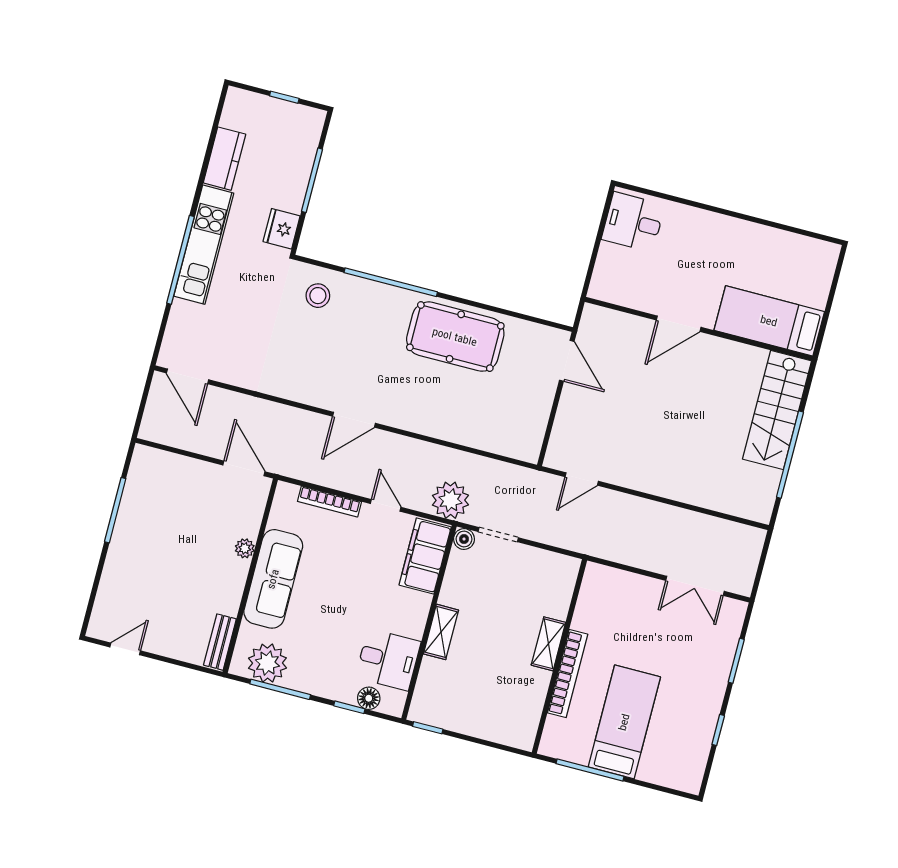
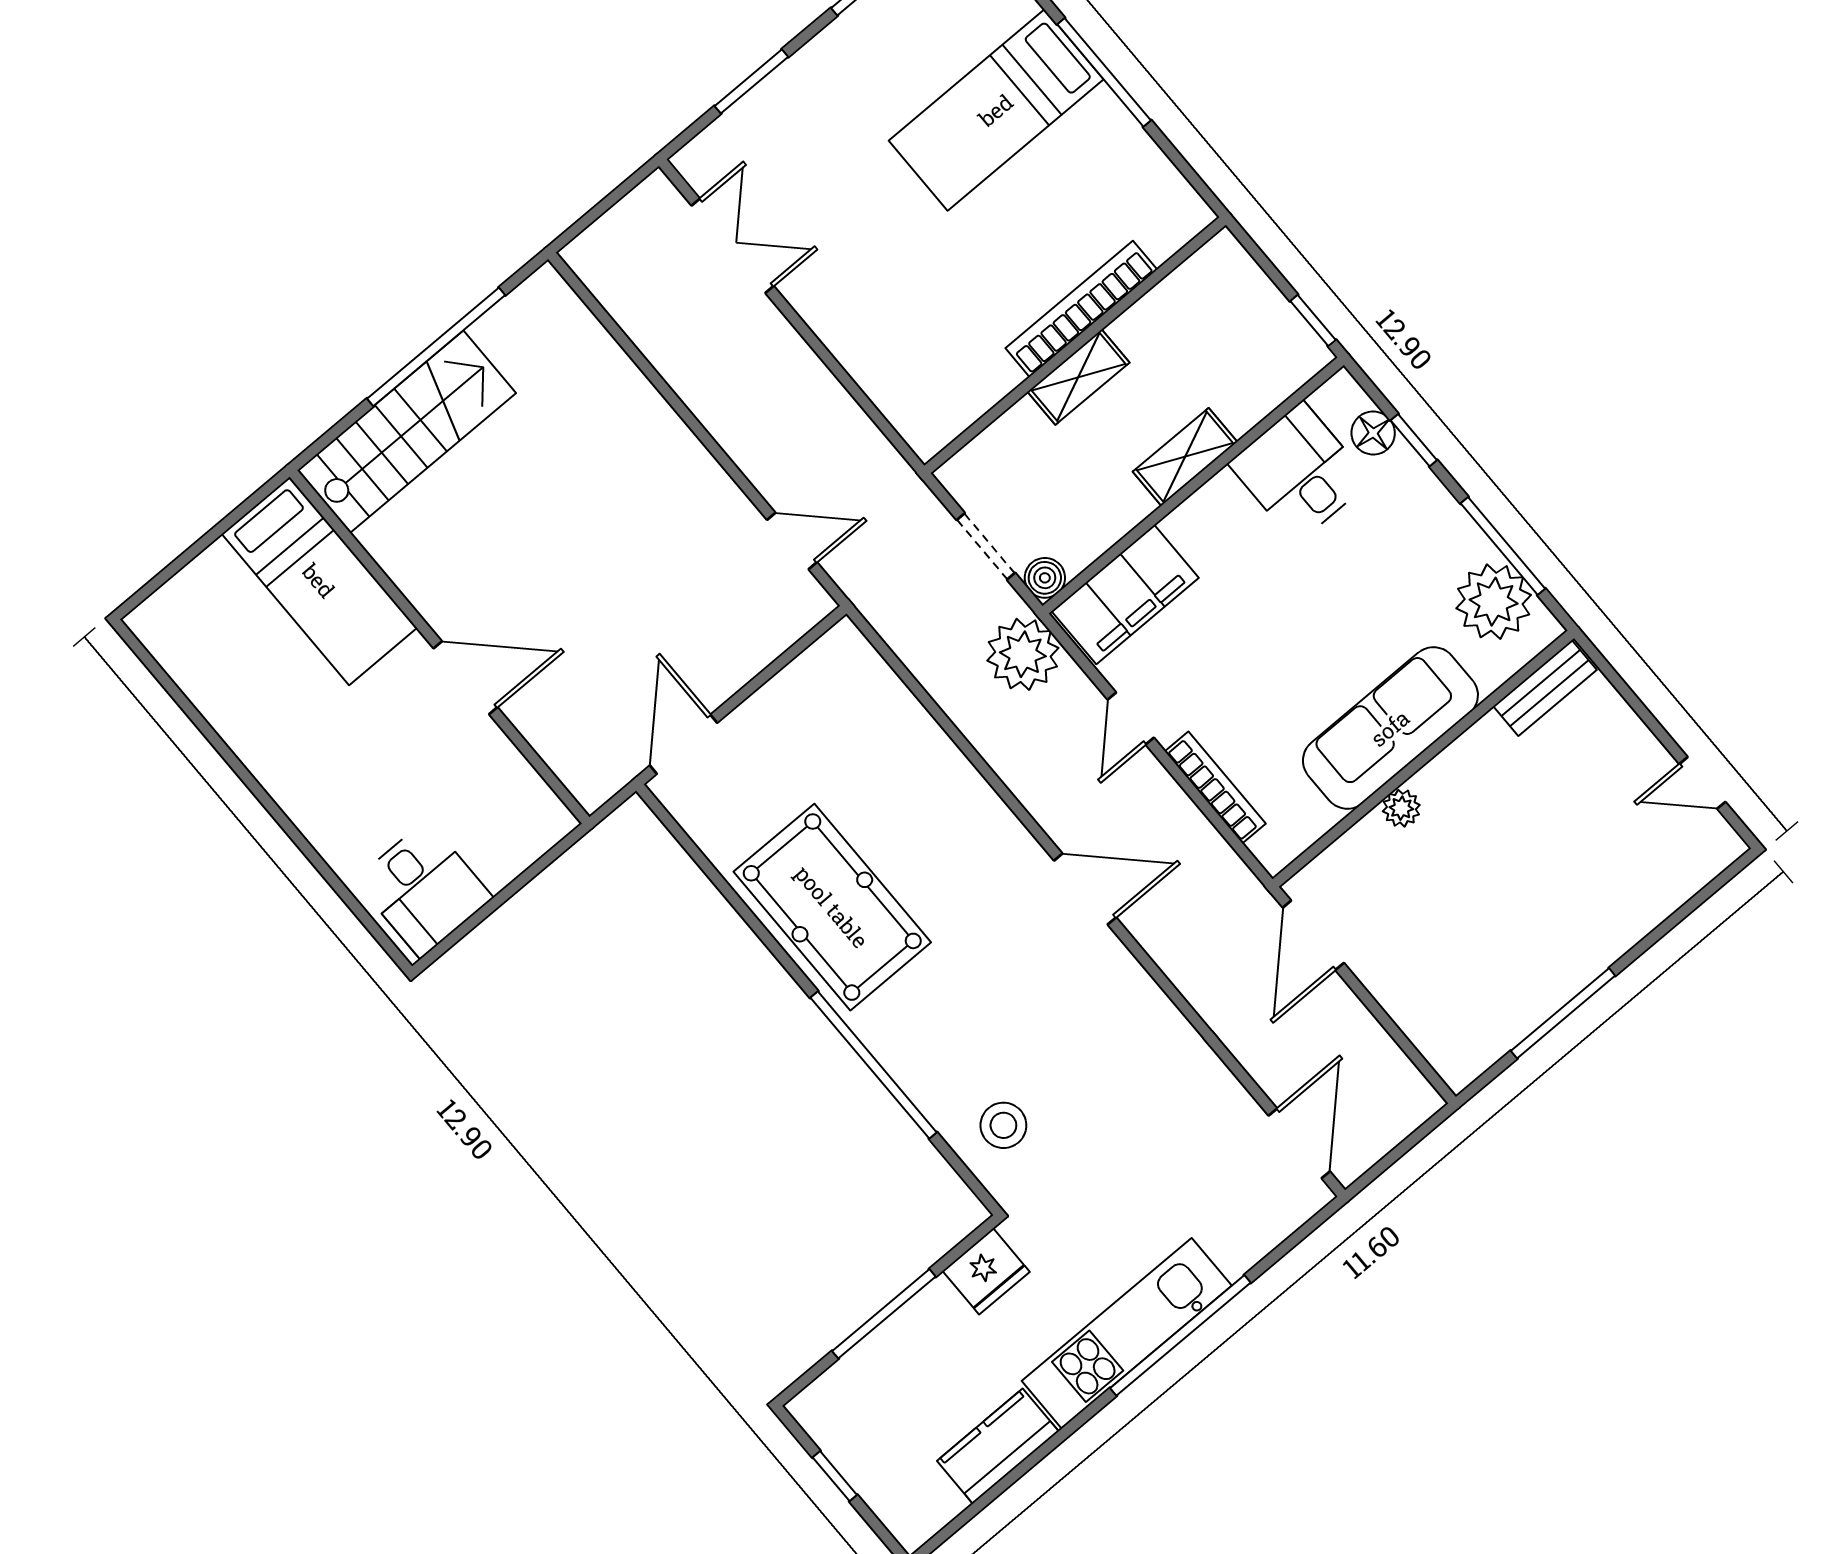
shelving: (548, 644) -> (1078, 377), moved
wall: (559, 656) -> (1075, 345), moved
bookcase: (568, 673) -> (1081, 309), moved

